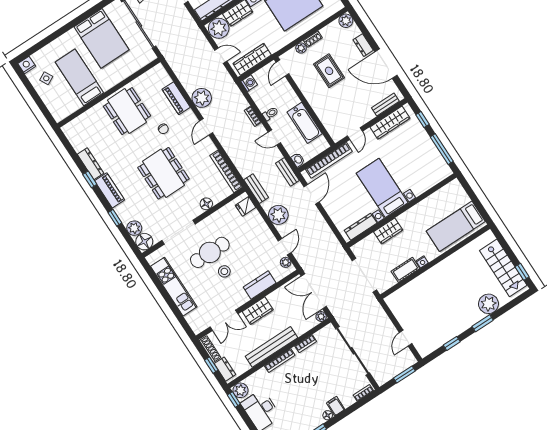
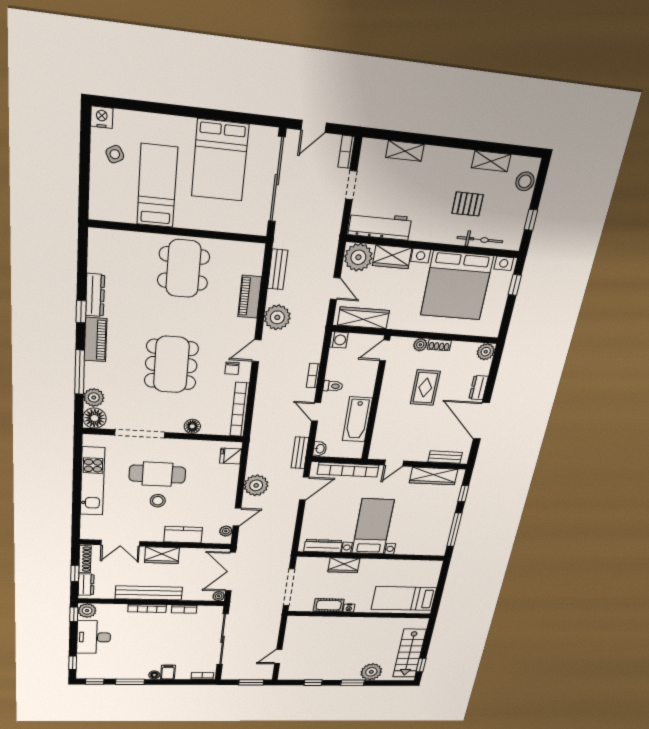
chair: (163, 129) -> (232, 368), moved
bench: (256, 189) -> (278, 269), moved
window: (115, 218) -> (80, 372), width x2.17

